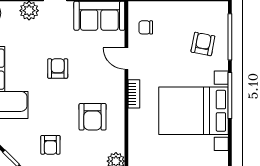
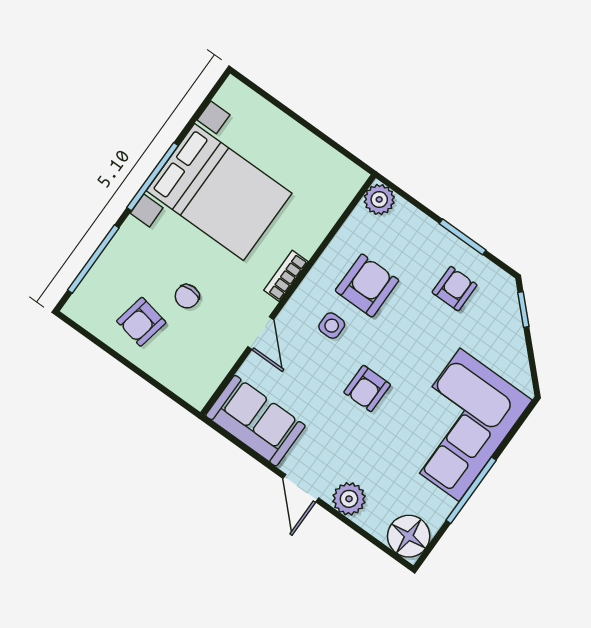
chair: (146, 27) -> (187, 296), moved, turned 90
armchair: (203, 44) -> (141, 322), moved
side table: (96, 86) -> (332, 326), added

